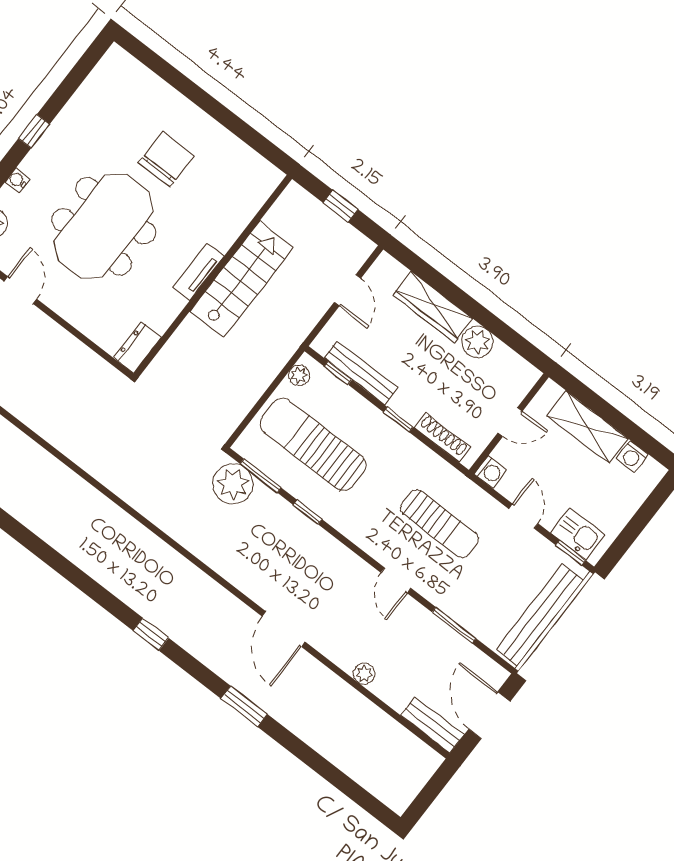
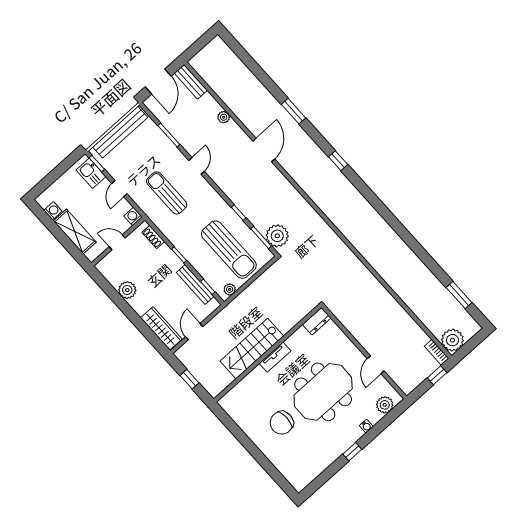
wardrobe: (433, 307) -> (161, 328), moved
shoe rack: (442, 437) -> (153, 237), width x0.70

